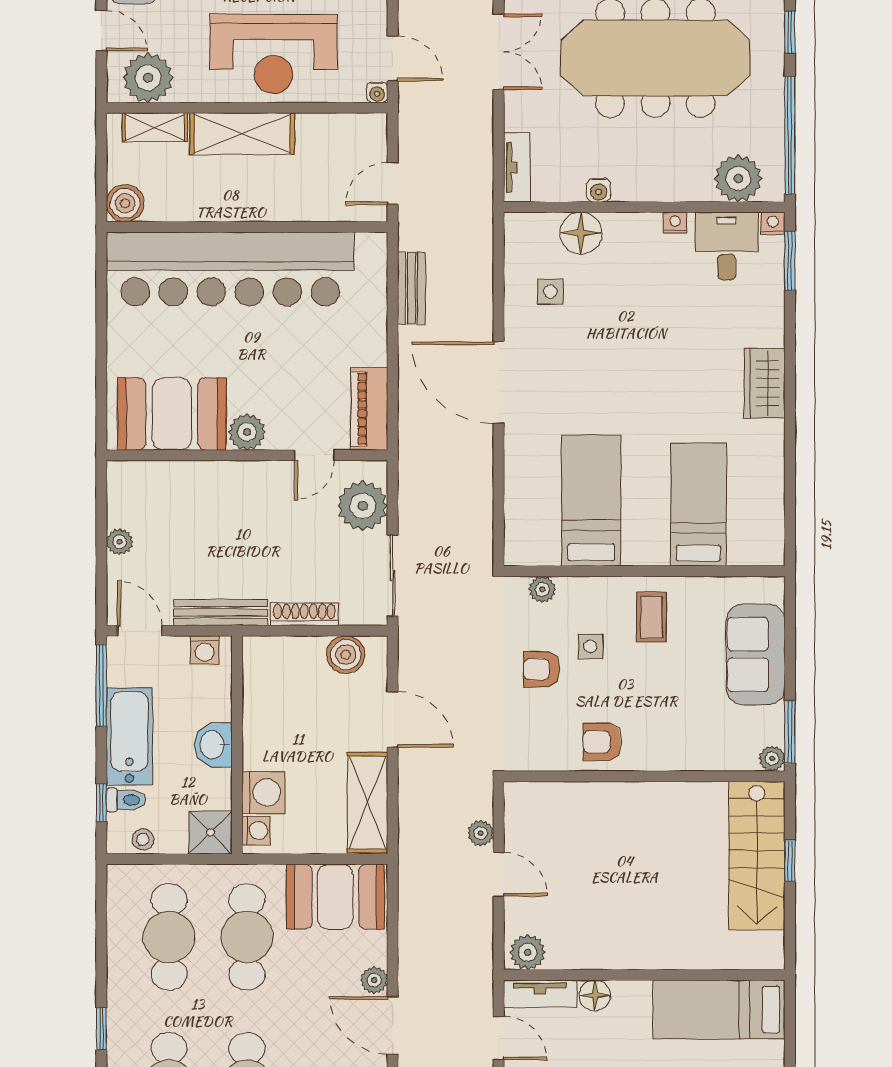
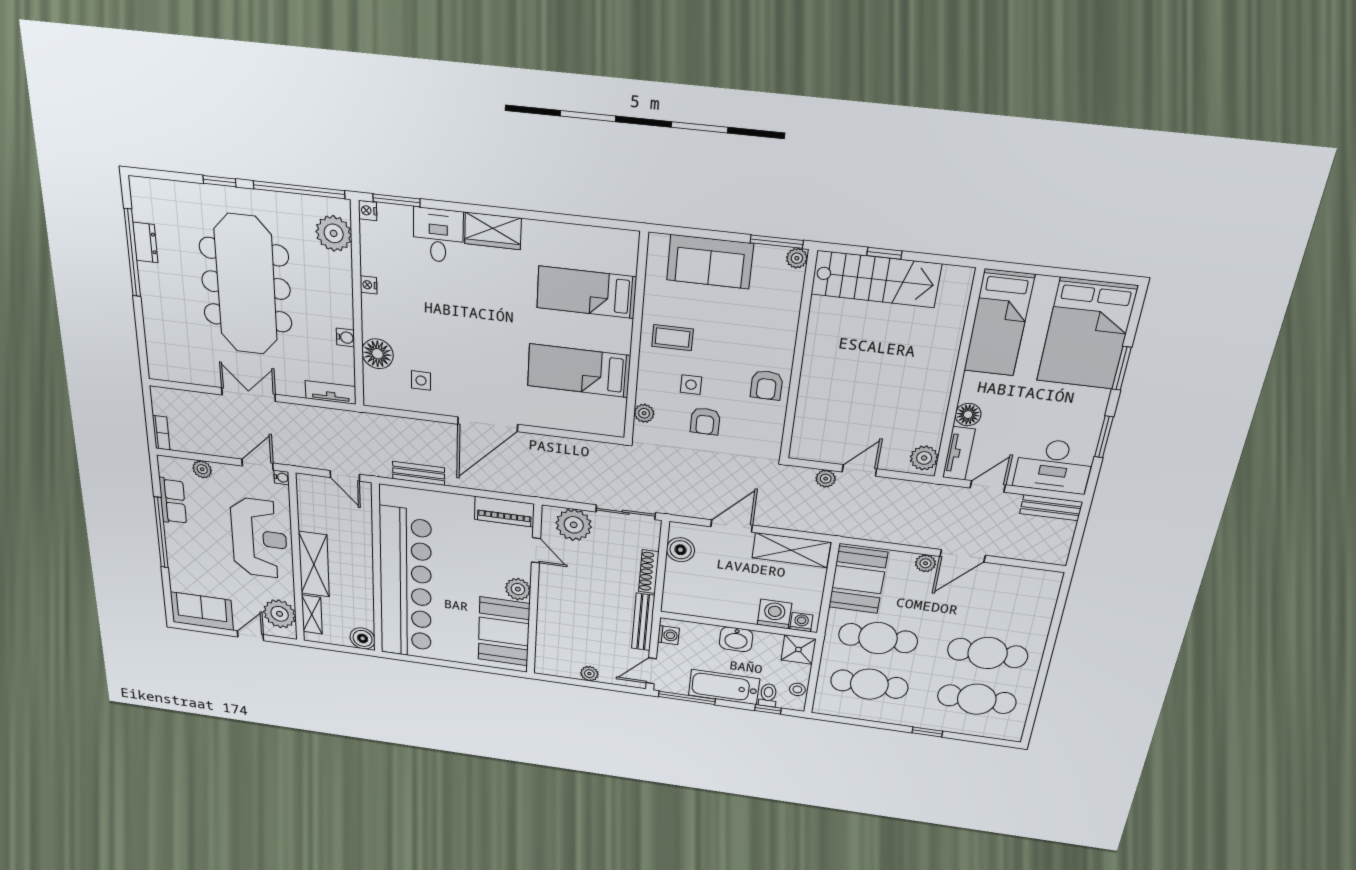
desk: (727, 246) -> (438, 235), moved, turned 90

